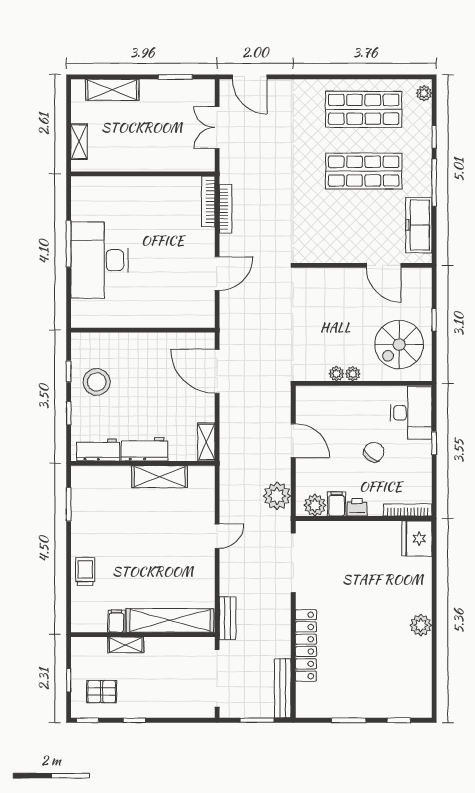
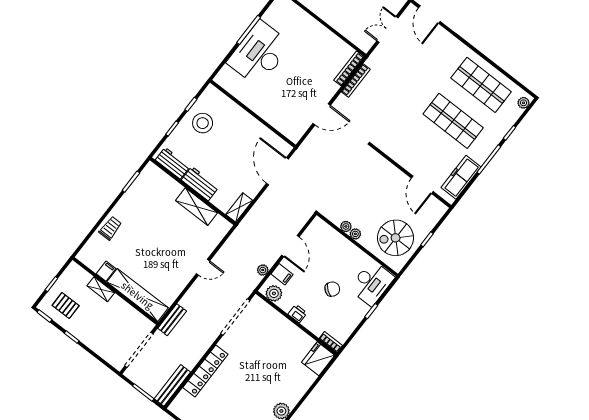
plant: (277, 496) -> (263, 270), width x0.53, depth x0.53
filing cabinet: (337, 504) -> (282, 274), moved, turned 90
bookcase: (408, 510) -> (331, 342), width x0.64

